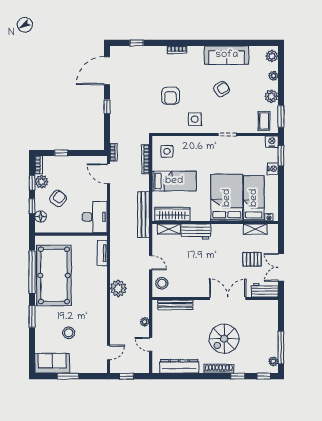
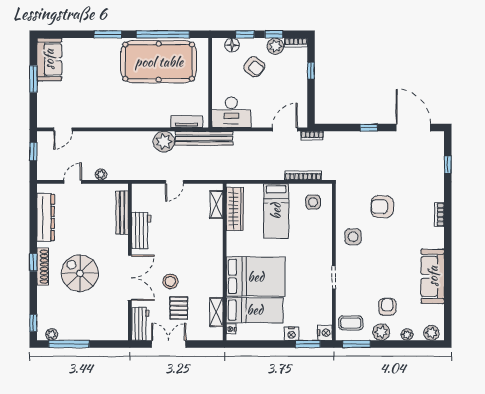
armchair: (222, 89) -> (387, 307), moved, turned -148
bench: (143, 215) -> (204, 138), moved
workbench: (196, 231) -> (141, 230), moved, turned 180
stool: (162, 283) -> (170, 281), moved
plant: (118, 288) -> (164, 142), moved
stool: (69, 333) -> (87, 80), removed
door: (108, 352) -> (63, 129), hinge flipped
window: (238, 376) -> (33, 262), moved

